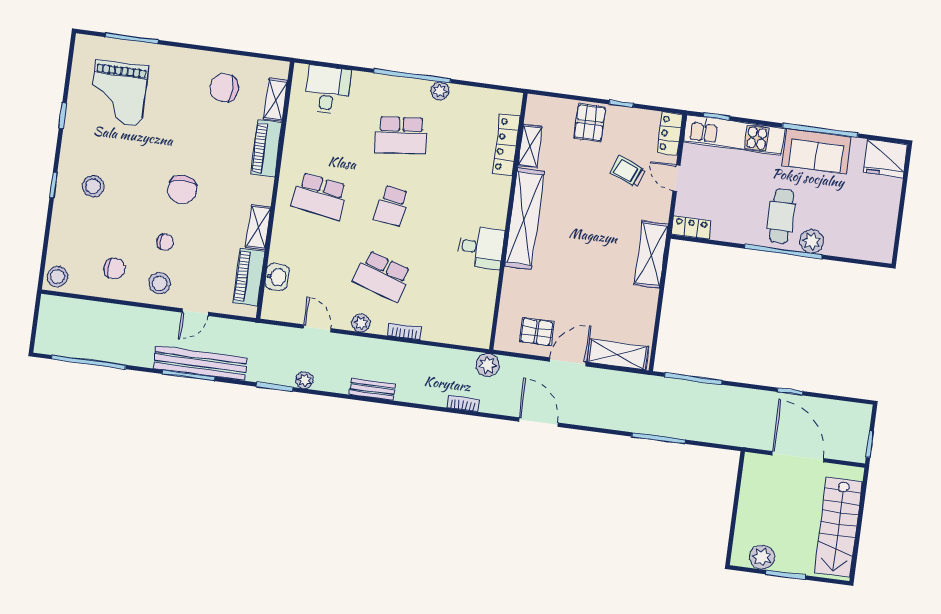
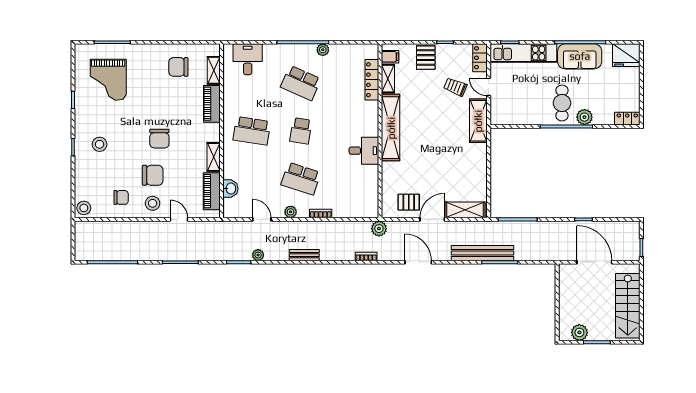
filing cabinet: (538, 114) -> (390, 57), added
school desk: (401, 135) -> (301, 83), turned 30
locker: (691, 228) -> (627, 119), moved
chair: (165, 242) -> (153, 175), width x1.87, depth x1.87
shelving: (651, 255) -> (478, 121), moved
door: (195, 312) -> (179, 219), swing flipped
bench: (200, 363) -> (482, 253), moved

